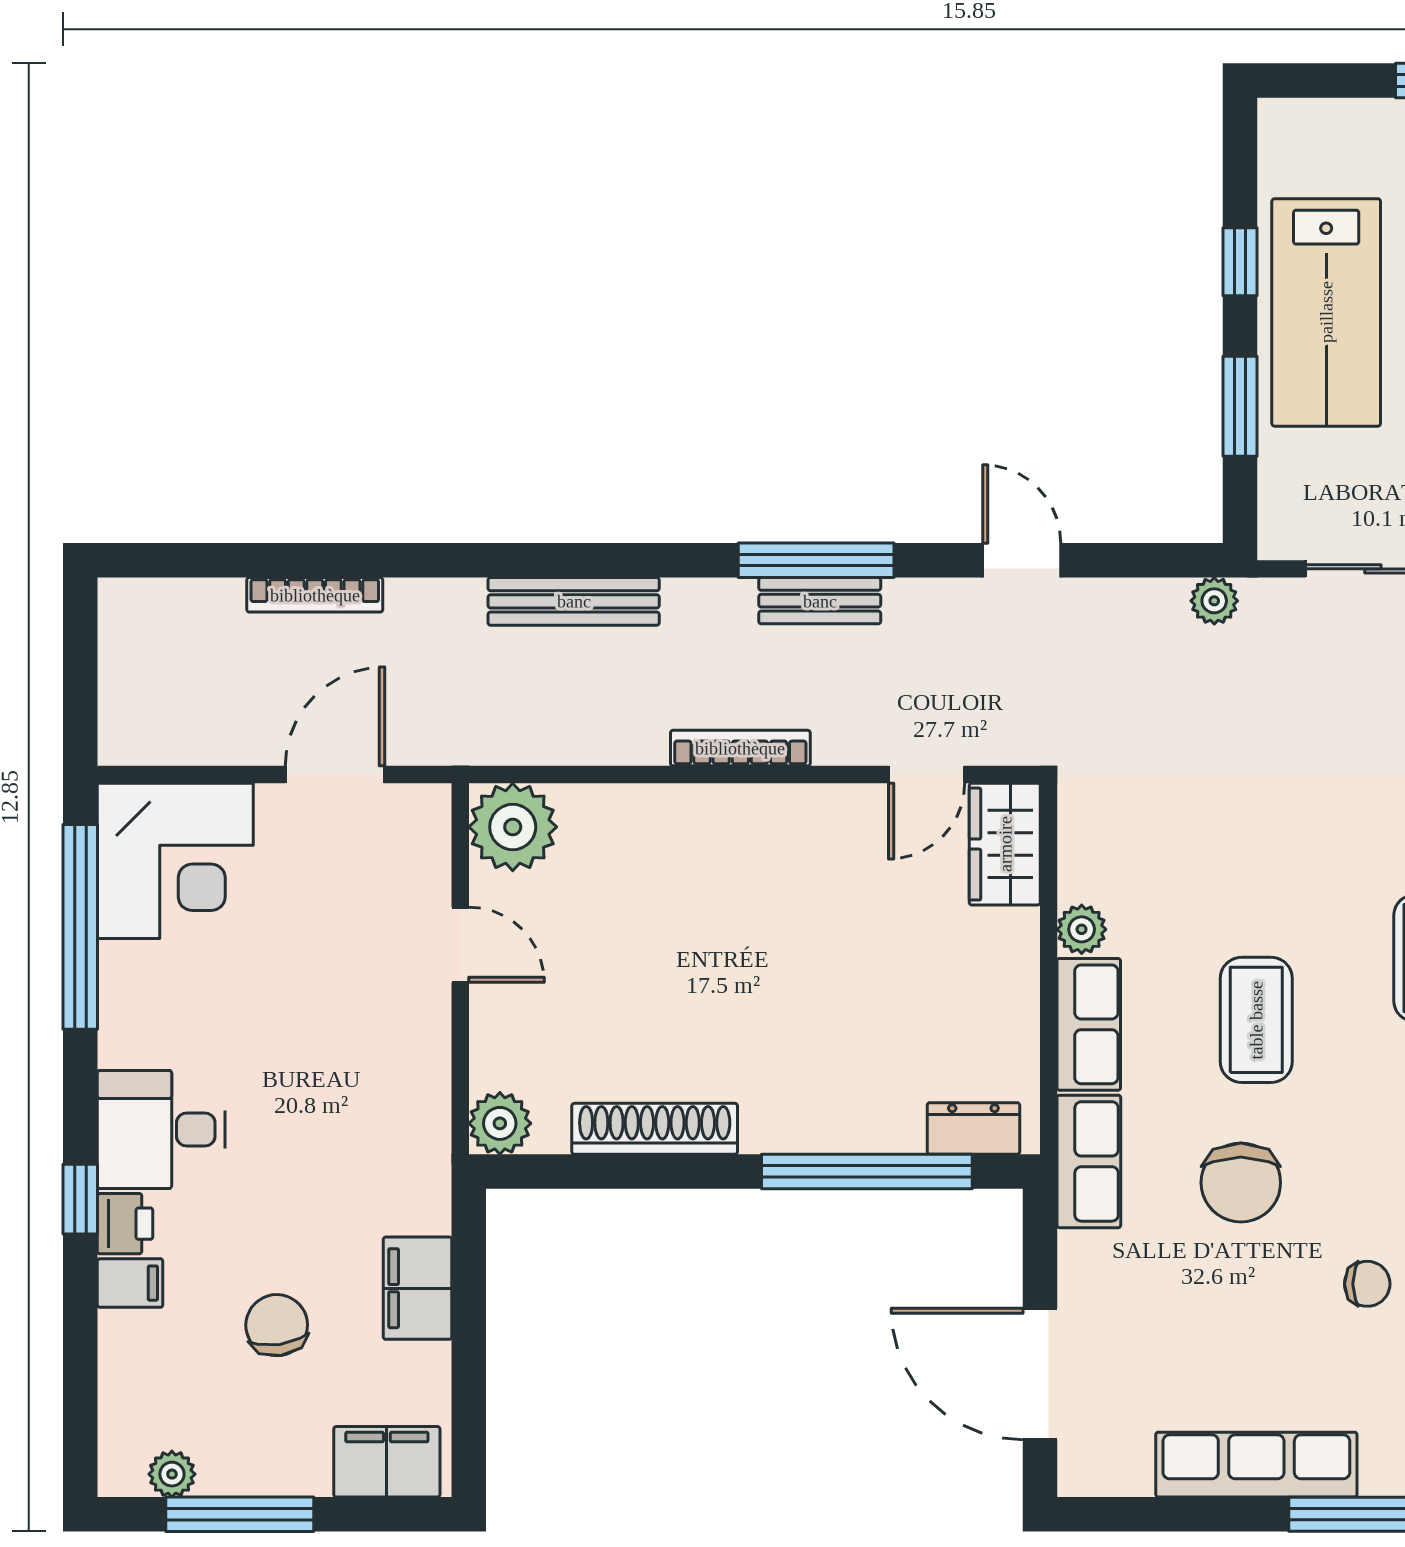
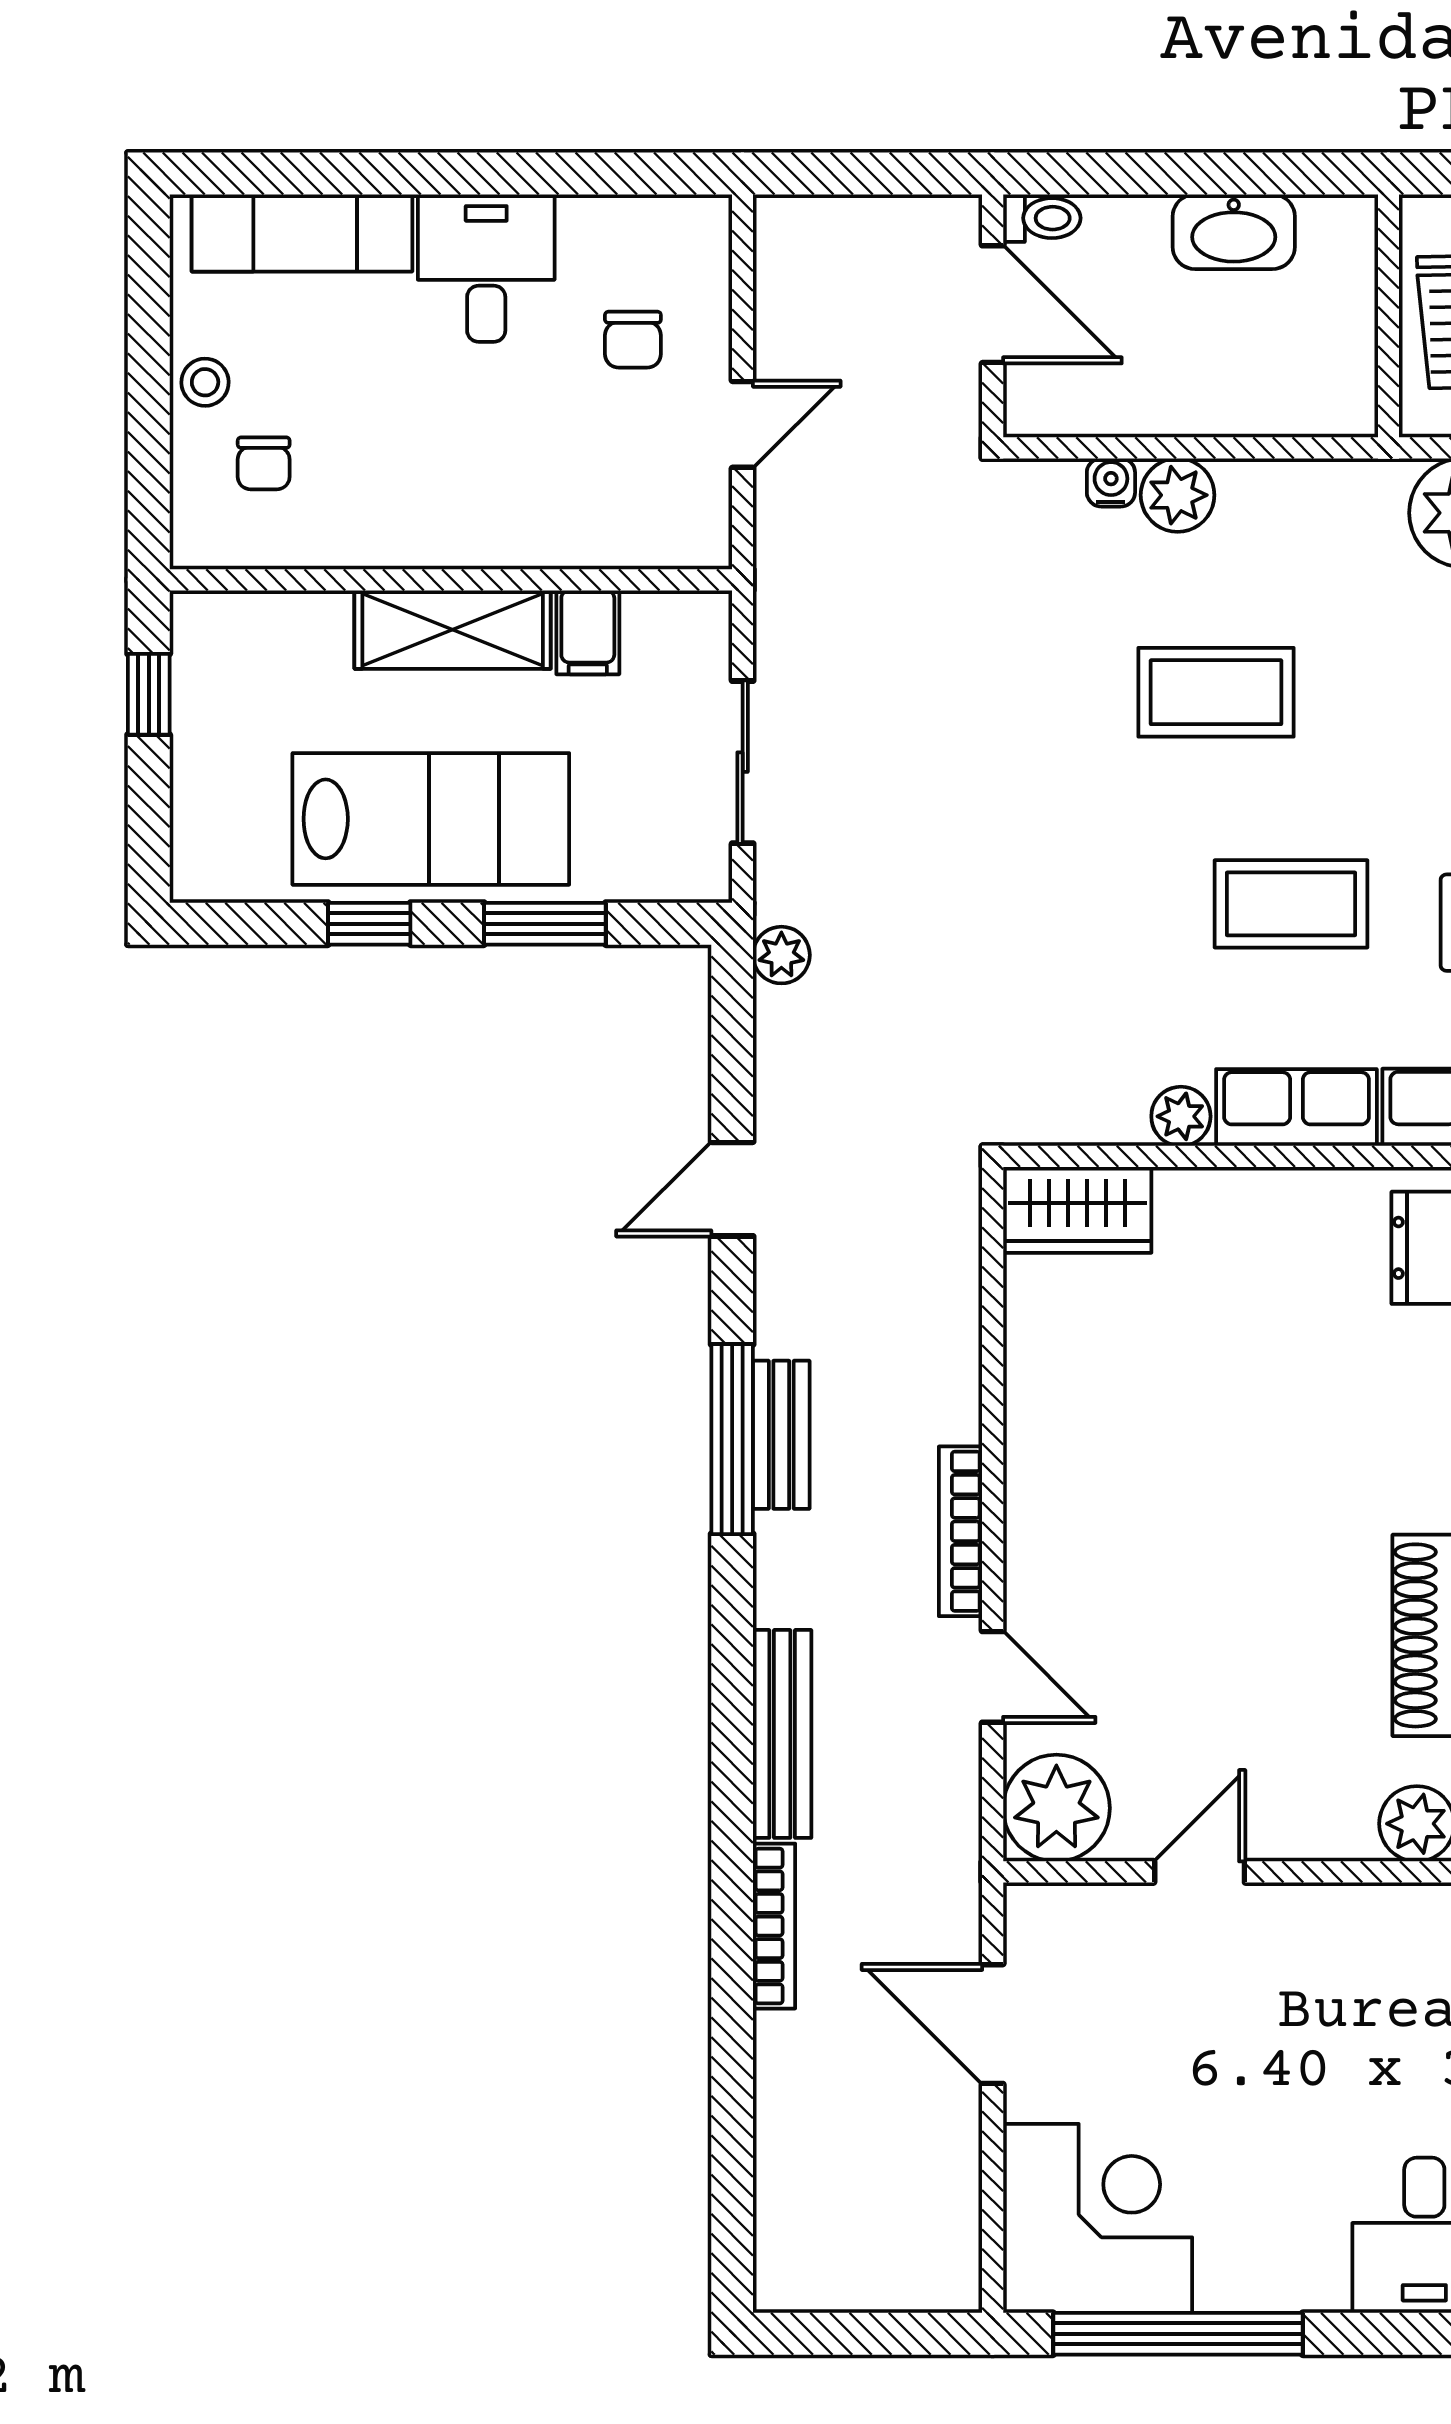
bookcase: (315, 595) -> (774, 1926), moved
door: (927, 775) -> (993, 1677), moved

